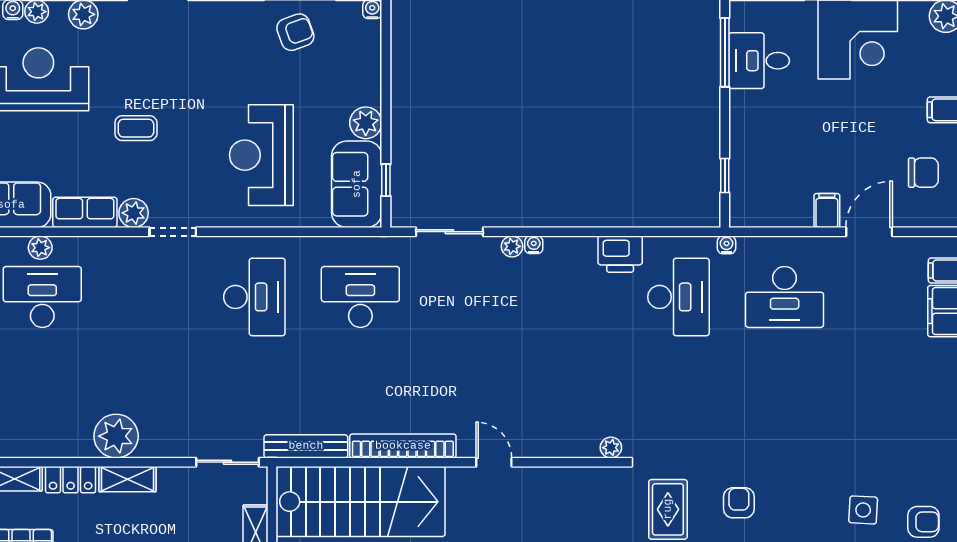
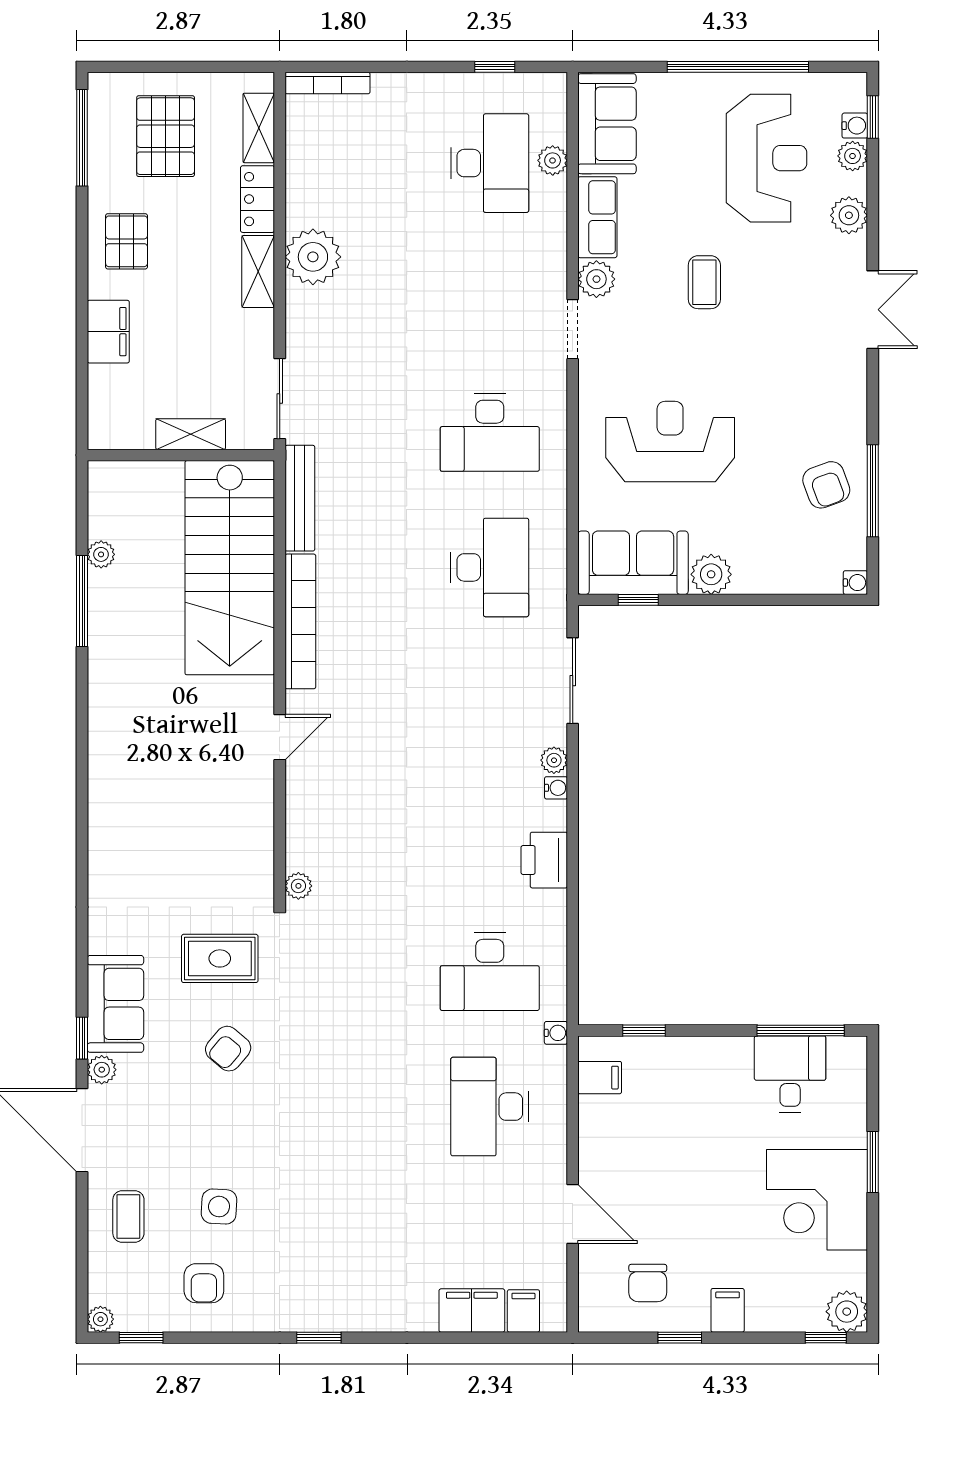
filing cabinet: (827, 210) -> (600, 1078), moved
printer: (620, 254) -> (544, 860), moved
armchair: (739, 503) -> (228, 1049), turned 130

